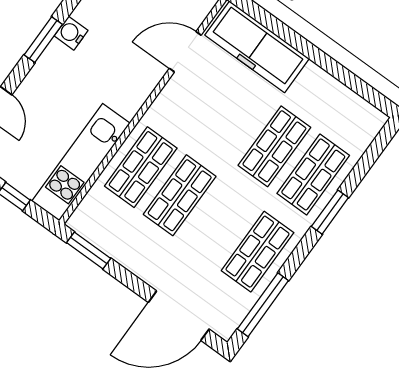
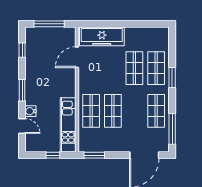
water cooler: (71, 33) -> (30, 111), moved

